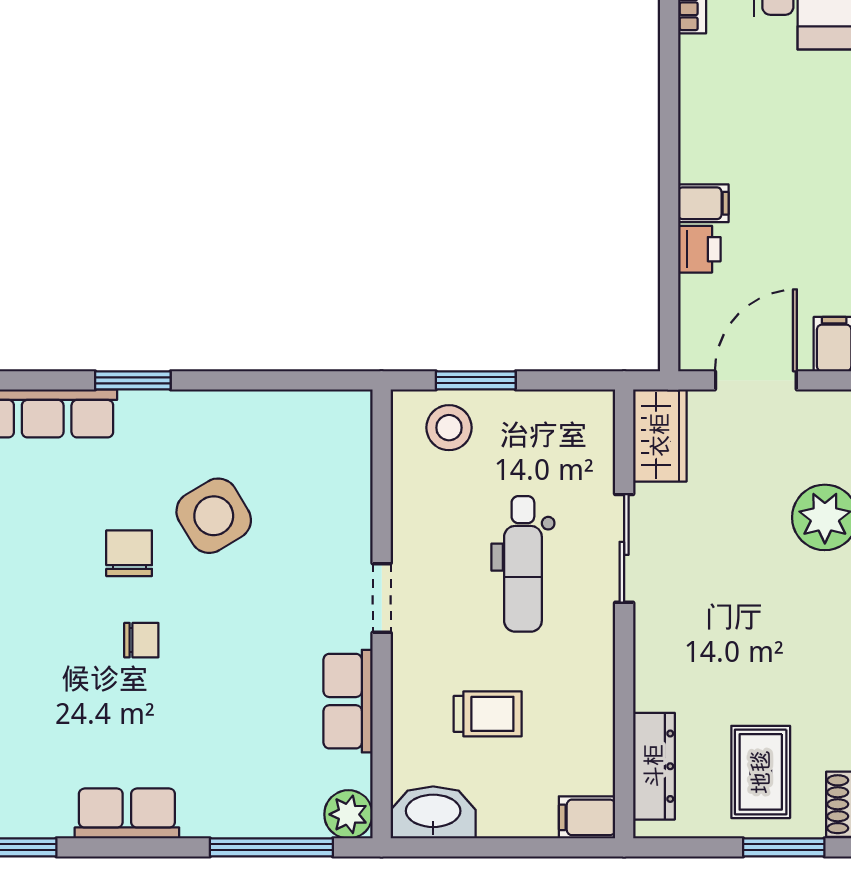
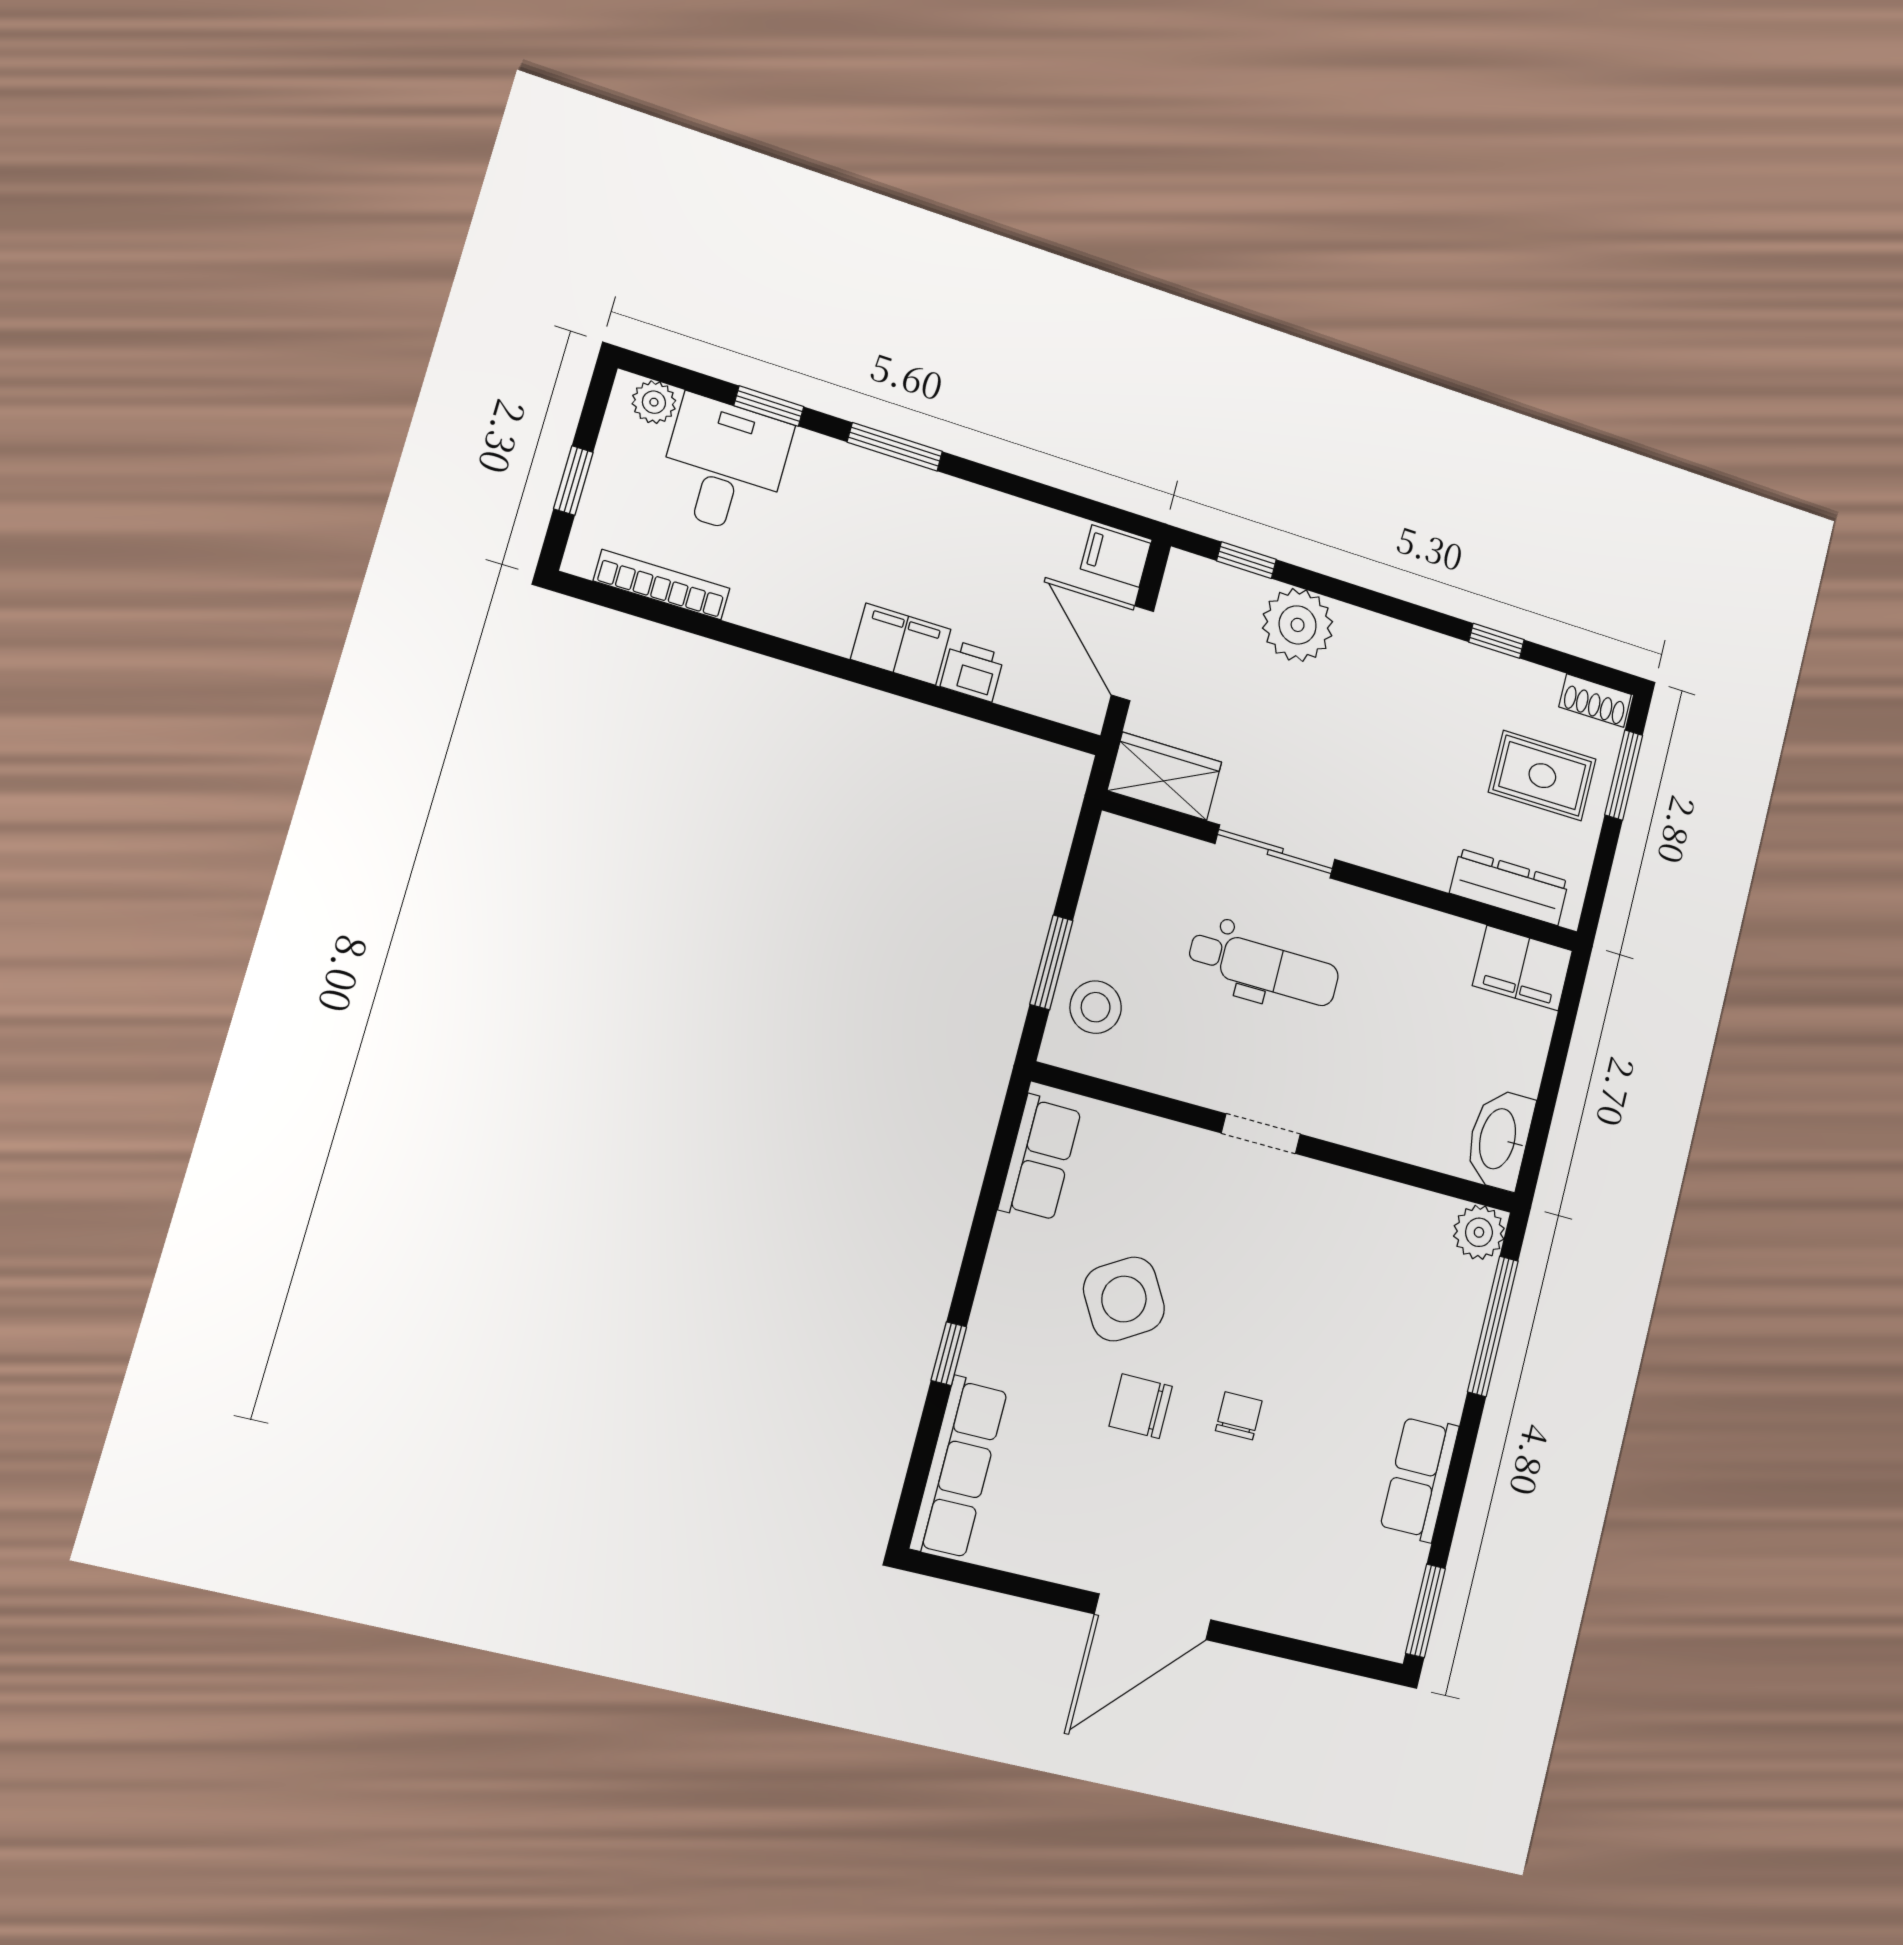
filing cabinet: (703, 203) -> (901, 644), width x2.00
window: (133, 380) -> (949, 1354), width x0.67
row of seats: (348, 701) -> (1040, 1158), moved, turned -90
trolley: (488, 714) -> (1412, 1051), removed
filing cabinet: (587, 817) -> (1522, 968), width x2.00

